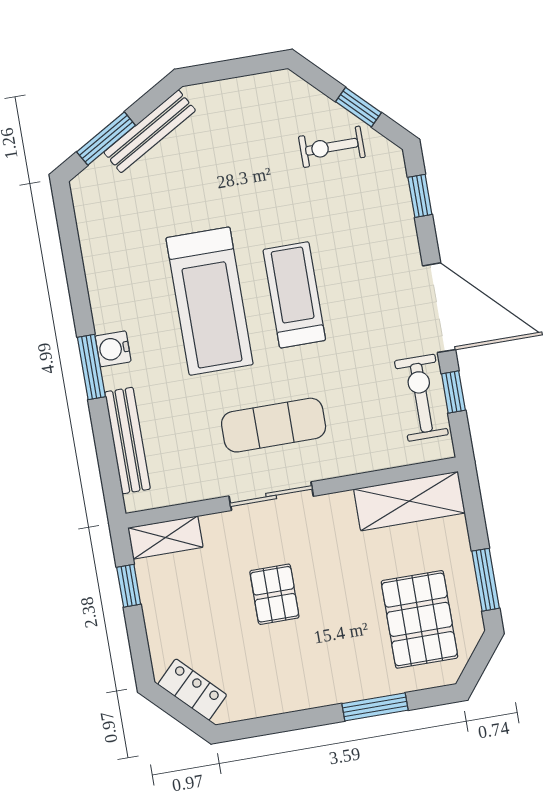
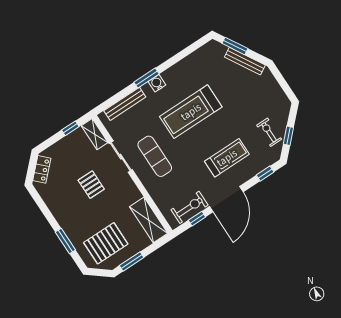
treadmill: (294, 295) -> (227, 158), moved
sliding door: (271, 496) -> (121, 157), moved
pallet: (274, 594) -> (91, 185), turned 90

